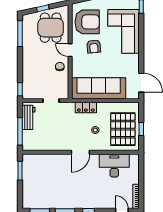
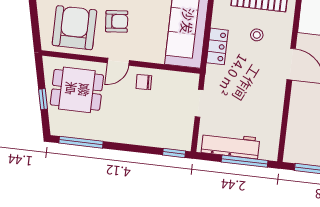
workbench: (28, 117) -> (230, 145), width x1.37

